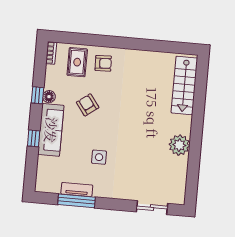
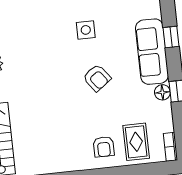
armchair: (103, 63) -> (104, 147), turned -88
armchair: (88, 105) -> (97, 78), moved

